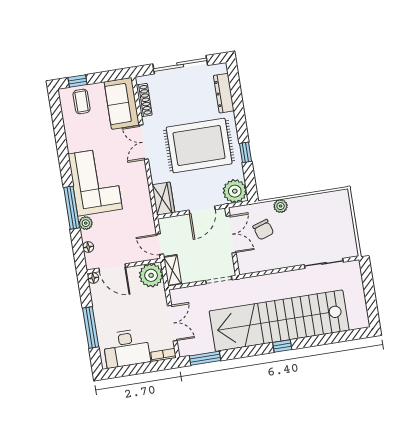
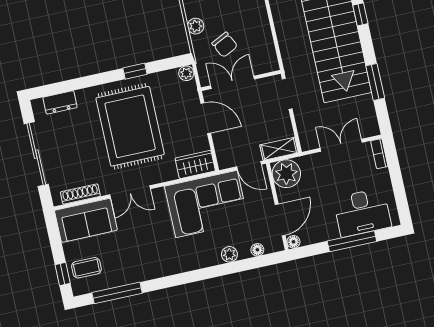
dresser: (224, 93) -> (60, 102), width x0.70
corner sofa: (95, 182) -> (206, 204), moved, turned 180
plant: (235, 191) -> (186, 73), width x0.53, depth x0.53
window: (72, 208) -> (117, 293), moved
chair: (263, 230) -> (225, 45), turned 82
door: (160, 244) -> (249, 166), hinge flipped
desk: (126, 348) -> (362, 212), moved, turned 90
window: (205, 358) -> (375, 82), moved

